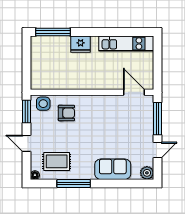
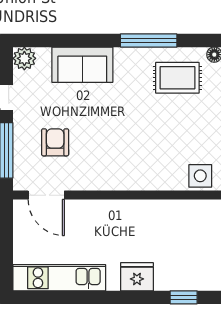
window: (53, 32) -> (184, 297), width x0.46
armchair: (66, 113) -> (55, 142), moved, turned 90

